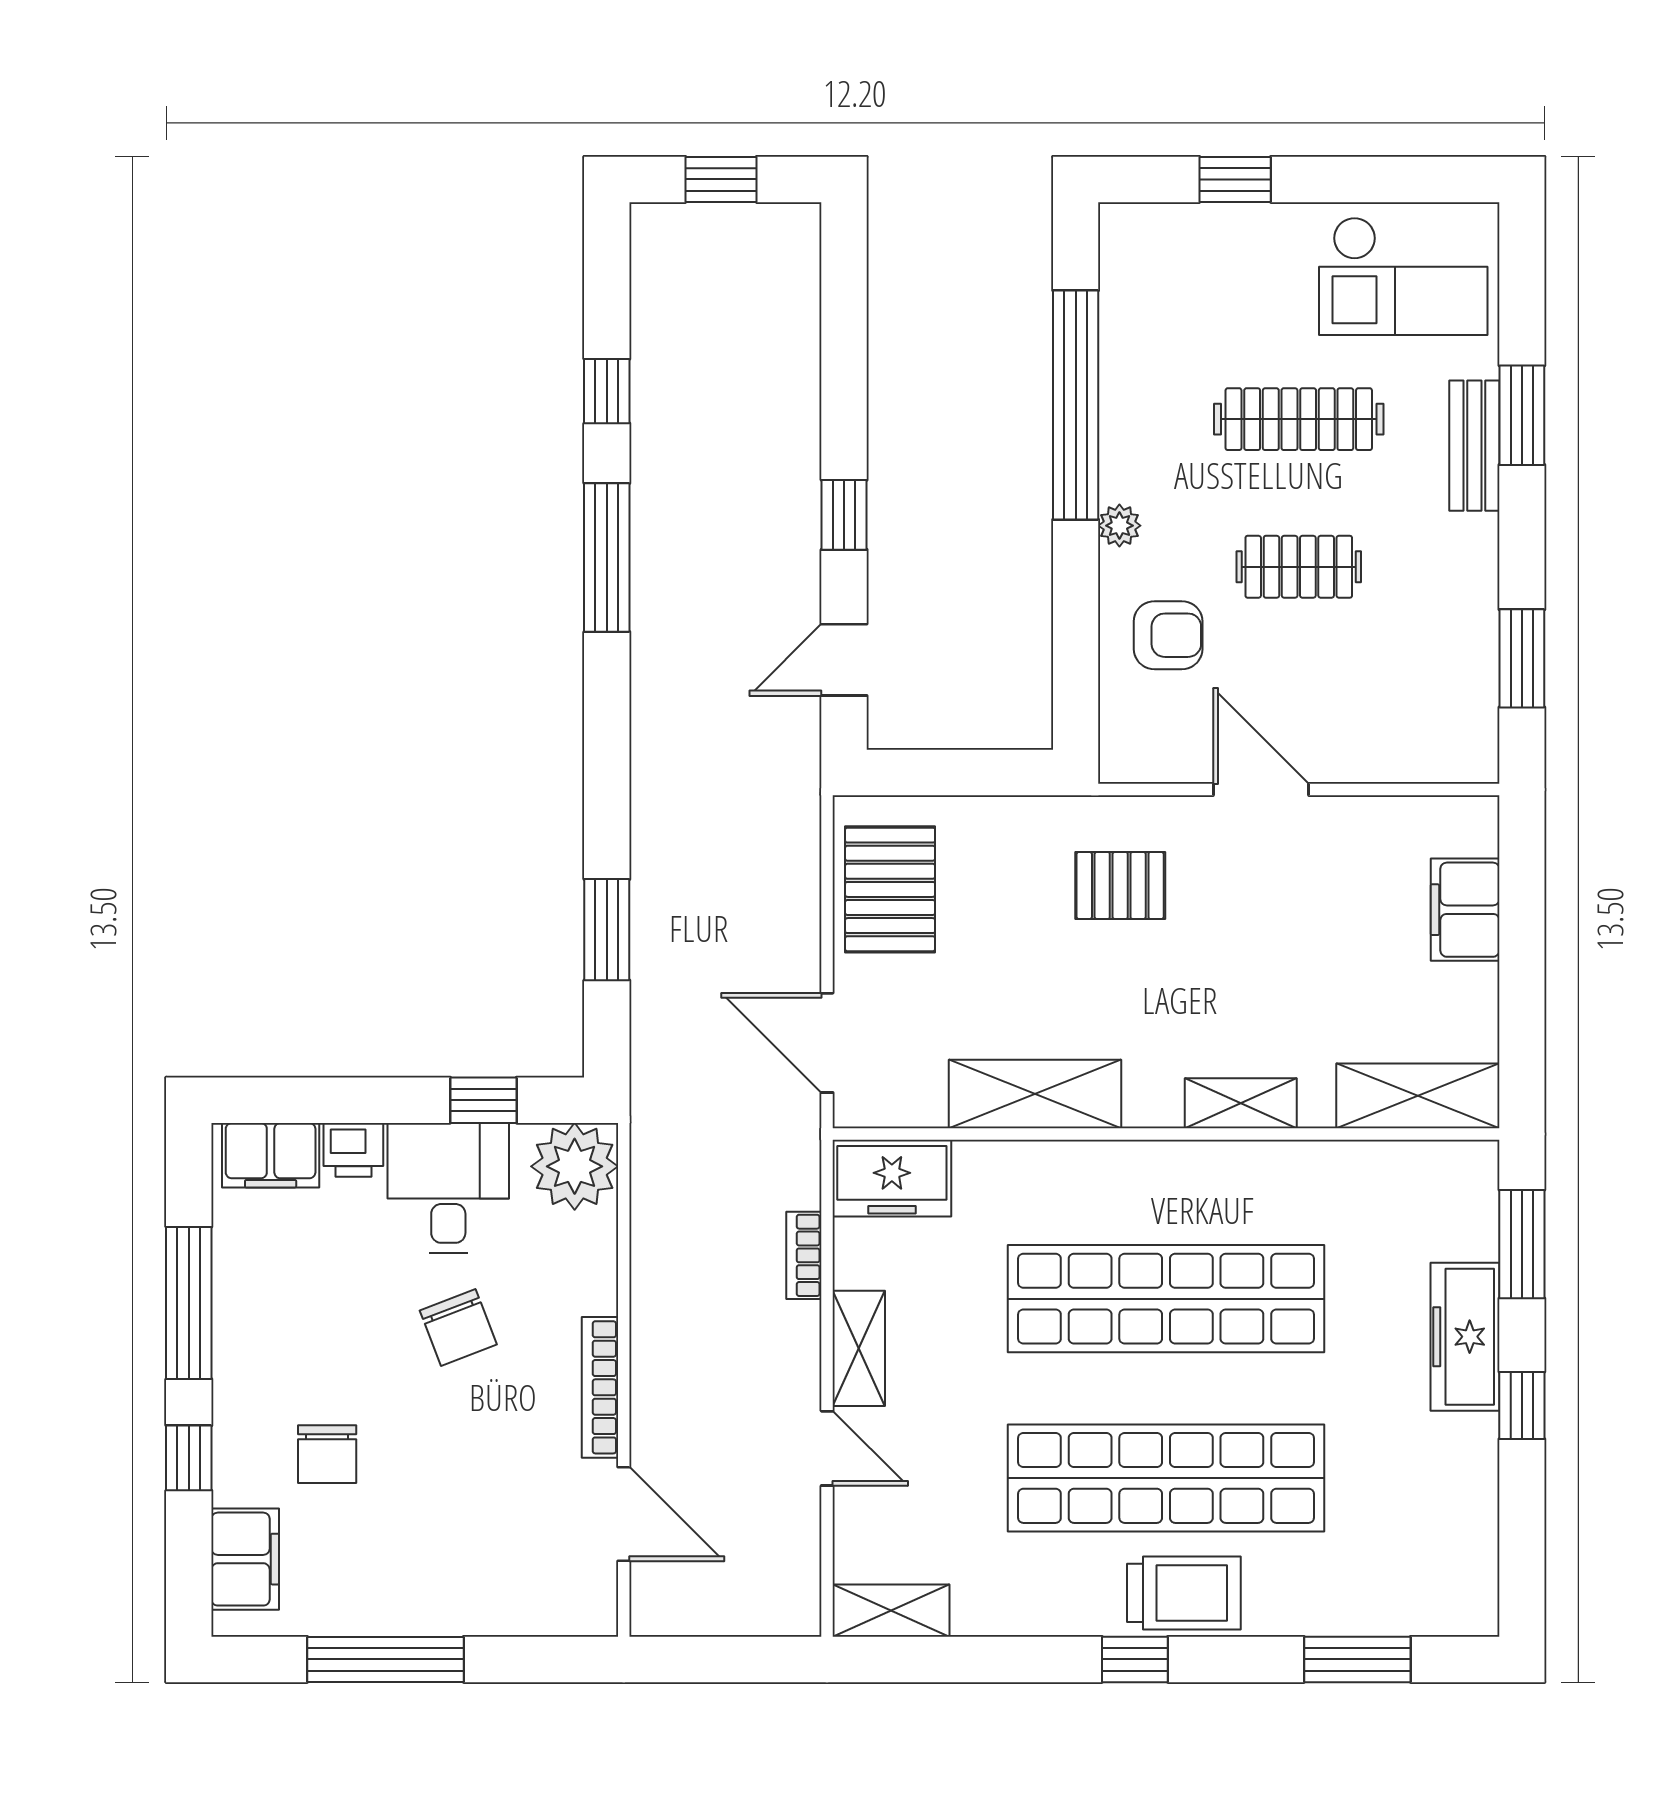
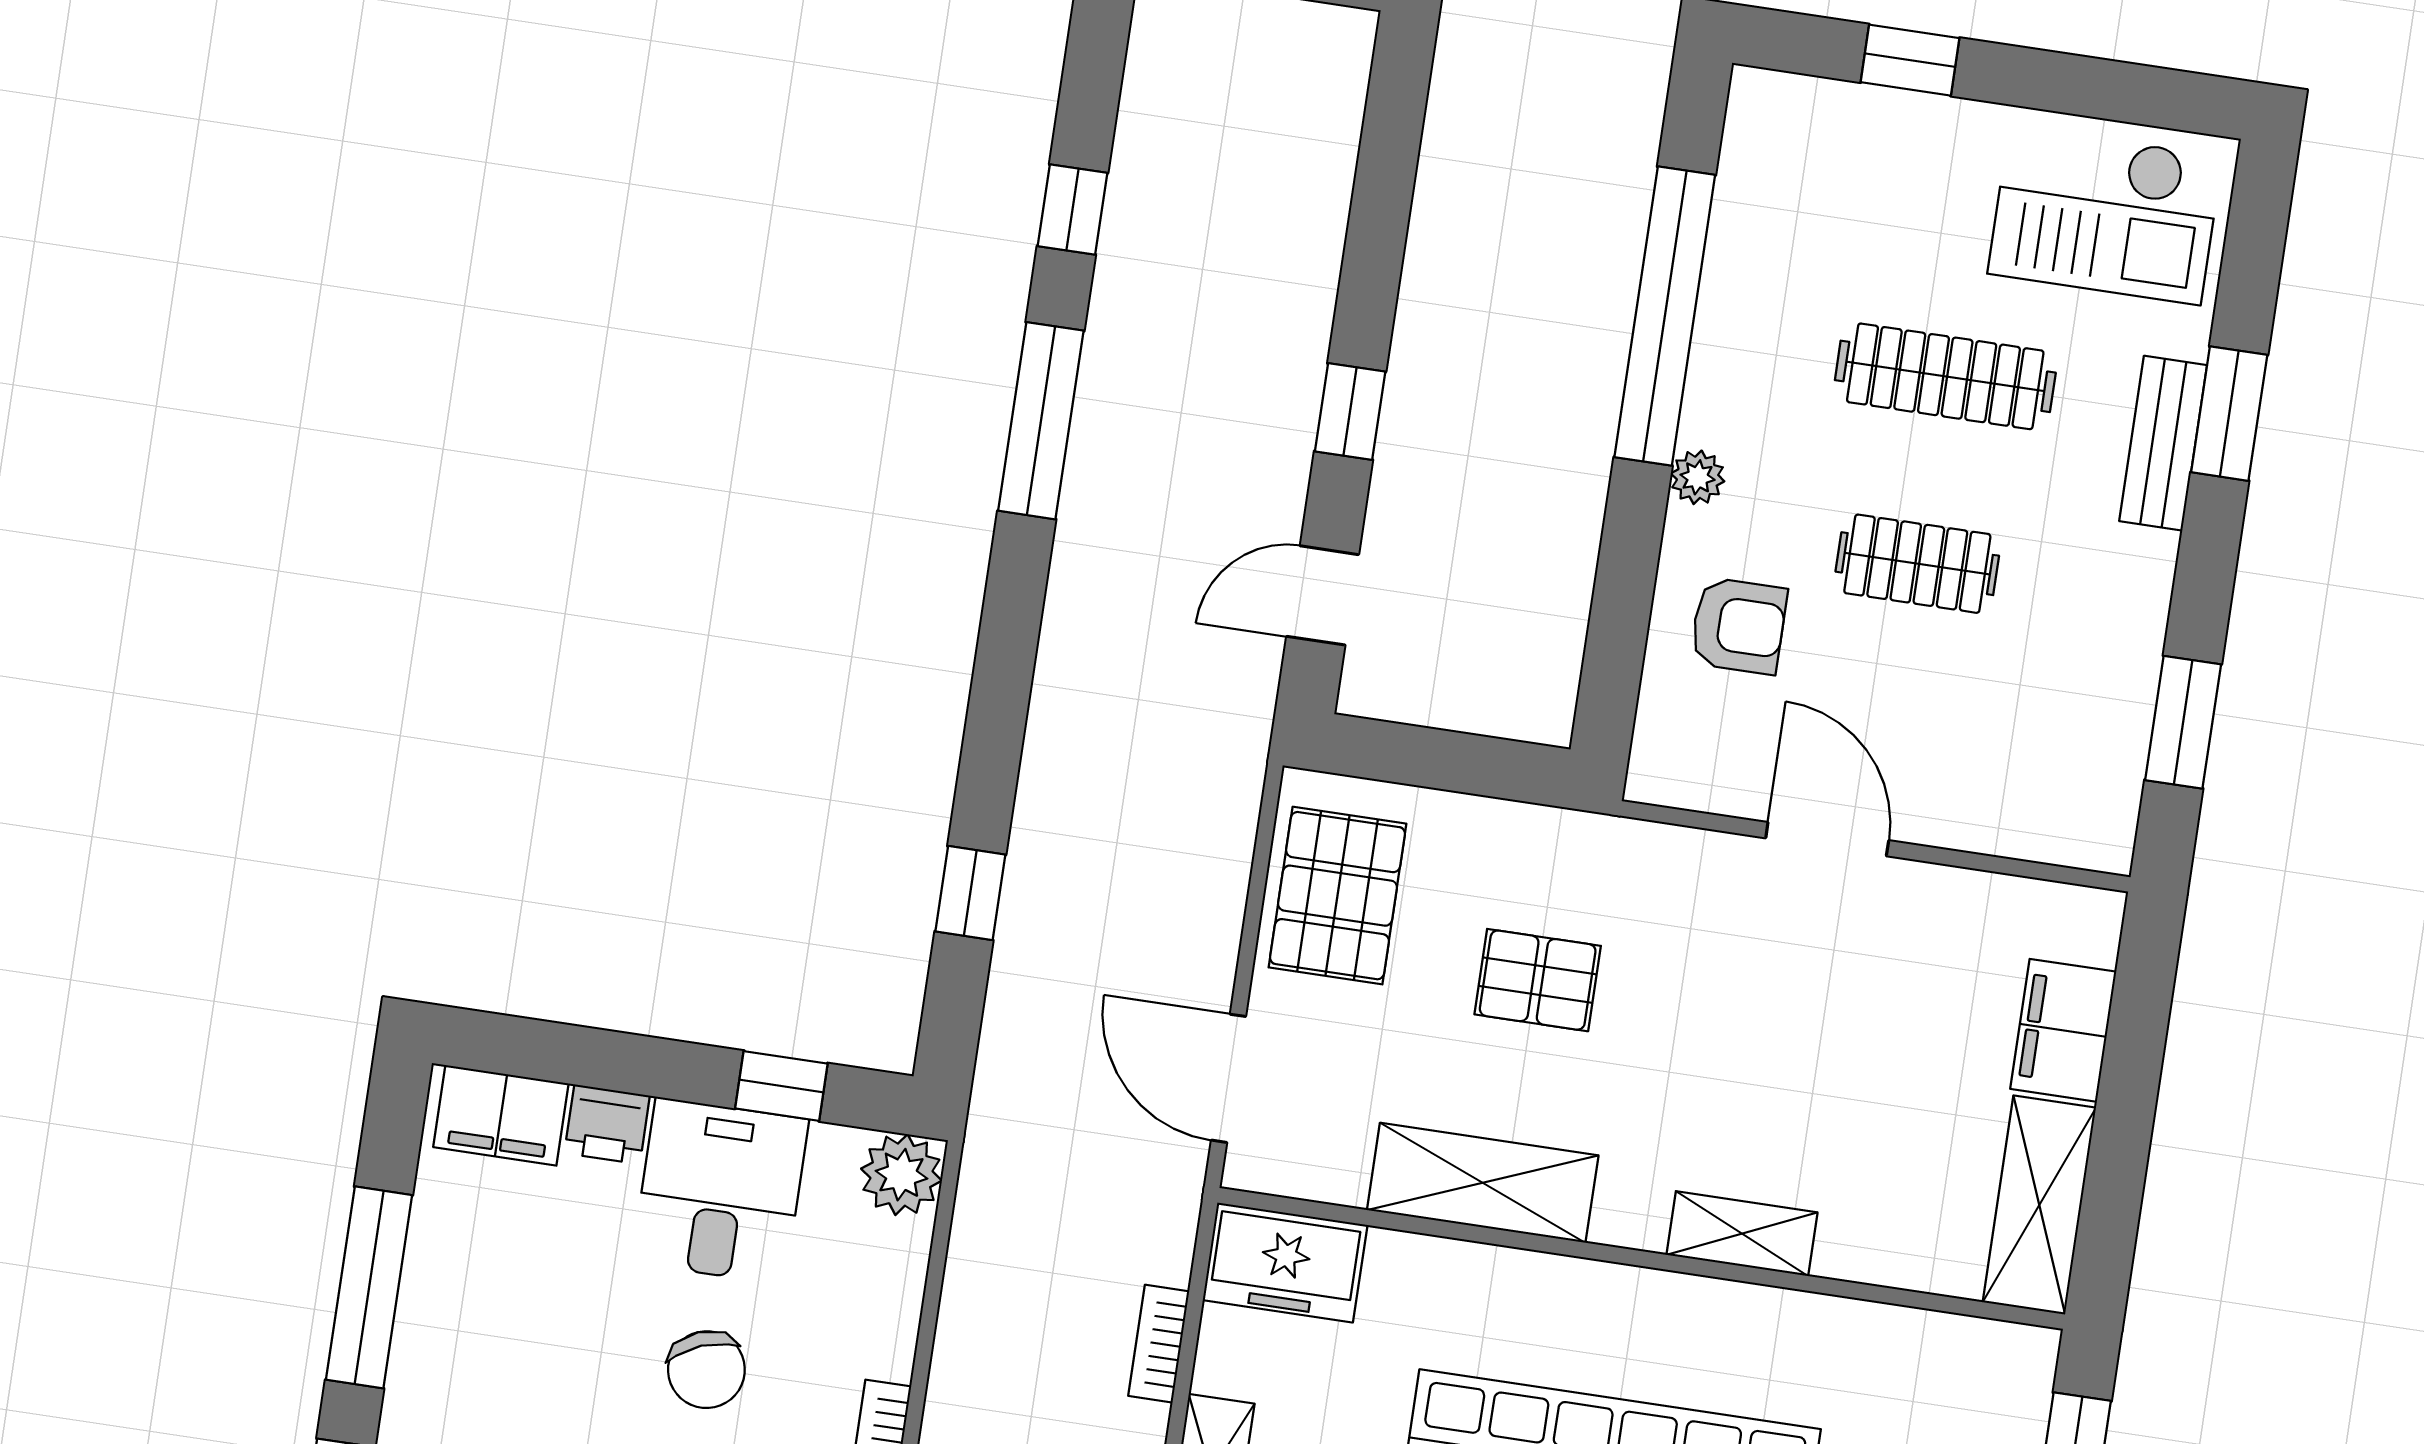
pallet: (1120, 885) -> (1538, 980), moved
window: (607, 930) -> (970, 893), width x0.67
shelving: (1418, 1096) -> (2039, 1205), moved, turned 90
plant: (575, 1166) -> (901, 1175), width x0.73, depth x0.73

